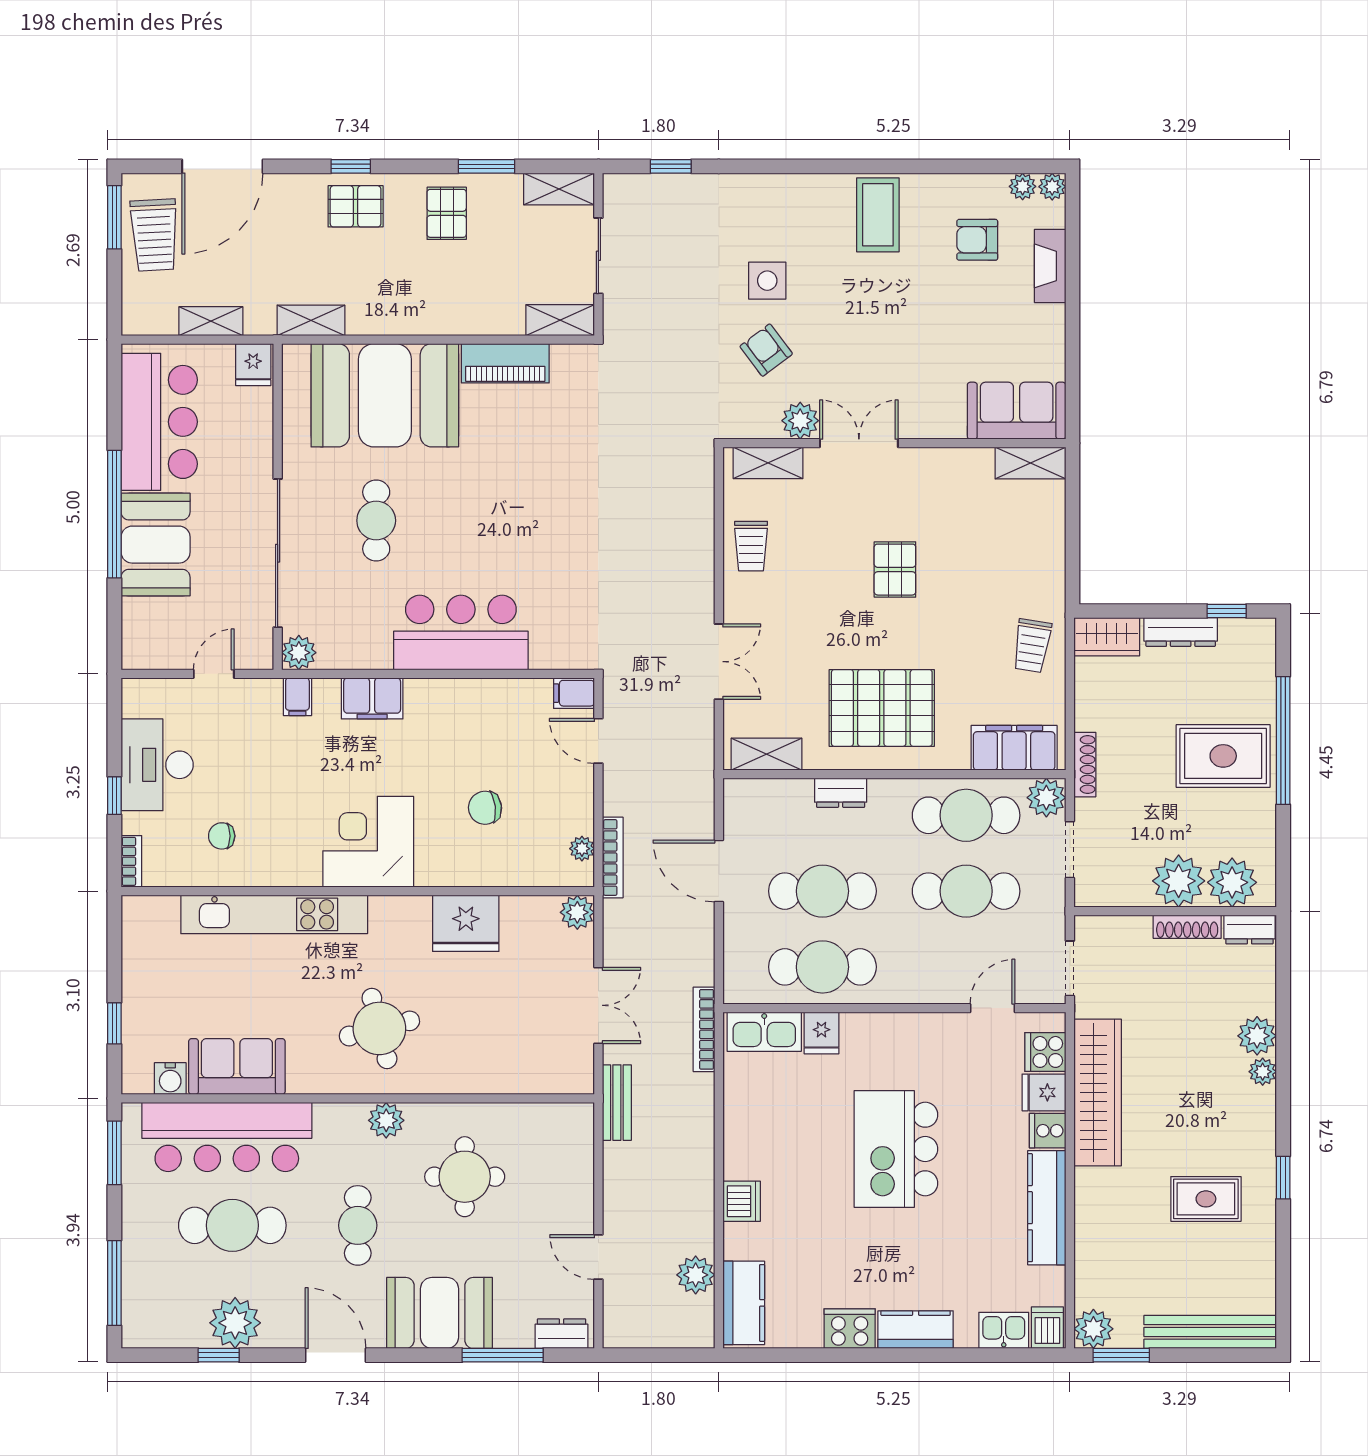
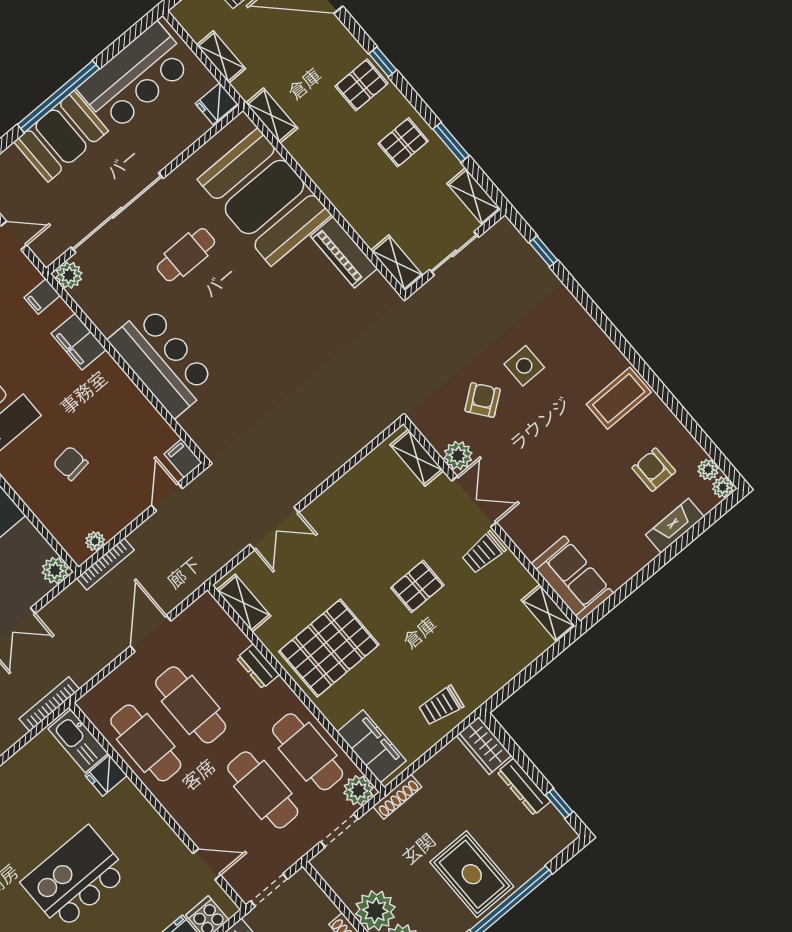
pallet: (356, 206) -> (362, 85), turned 90
trolley: (751, 546) -> (483, 553), moved
pallet: (882, 708) -> (329, 648), turned 90

